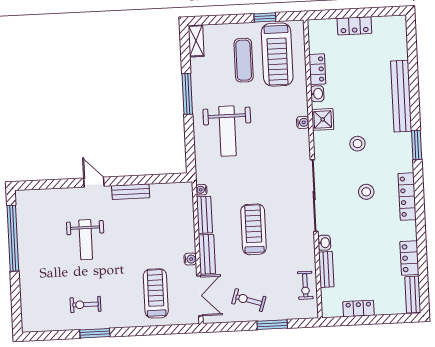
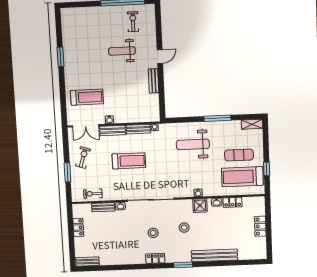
locker: (407, 197) -> (155, 258), width x0.66
locker: (409, 258) -> (111, 260), removed
exercise bike: (86, 304) -> (133, 22), moved

